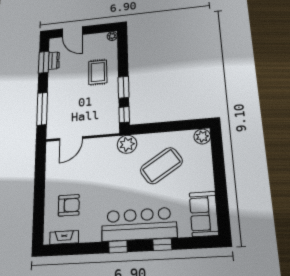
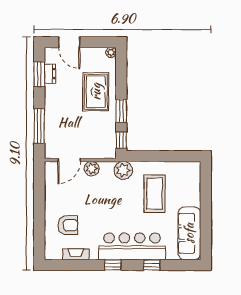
rug: (98, 72) -> (96, 92), width x1.36, depth x1.43
plant: (202, 136) -> (92, 169), moved
coffee table: (161, 166) -> (154, 194), turned -57
sofa: (204, 214) -> (189, 233), width x1.36
fireplace: (64, 237) -> (76, 254), moved

